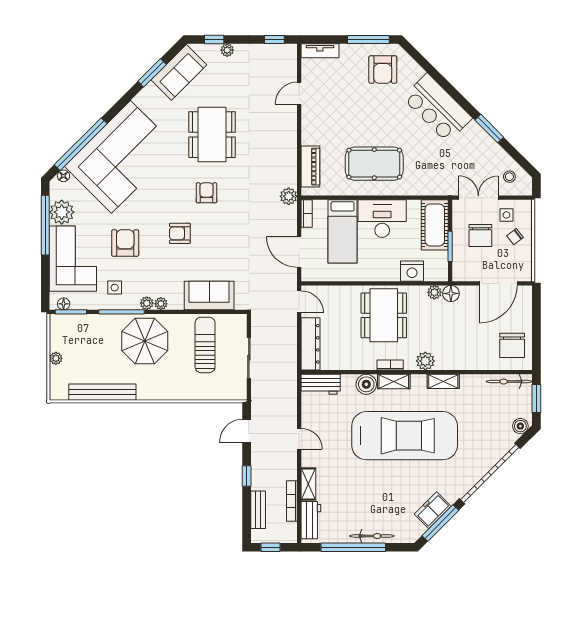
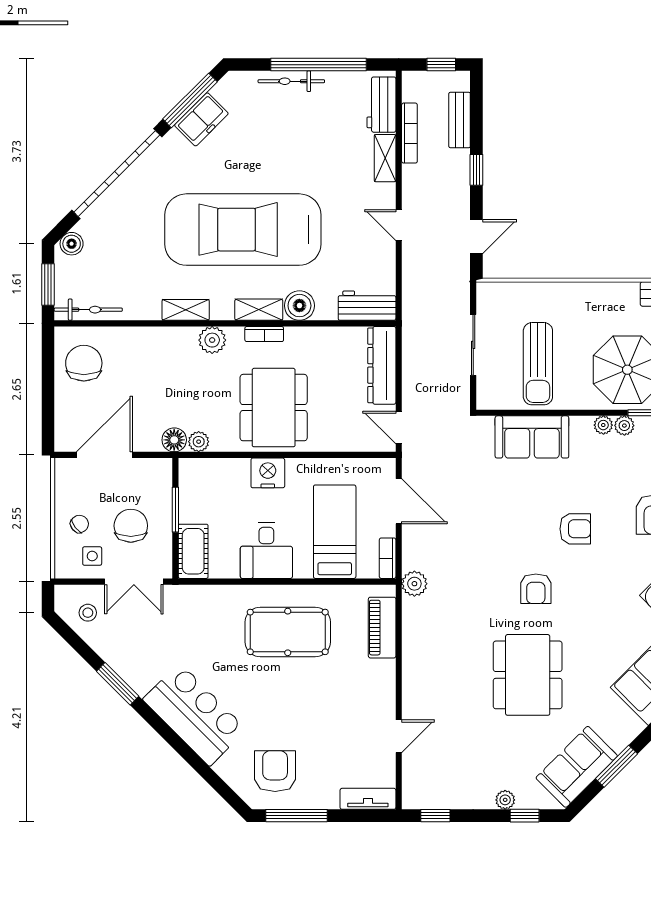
desk: (382, 219) -> (266, 551), width x0.73
cot: (435, 225) -> (193, 551), width x0.73, depth x0.75
nightstand: (412, 271) -> (268, 473), moved

